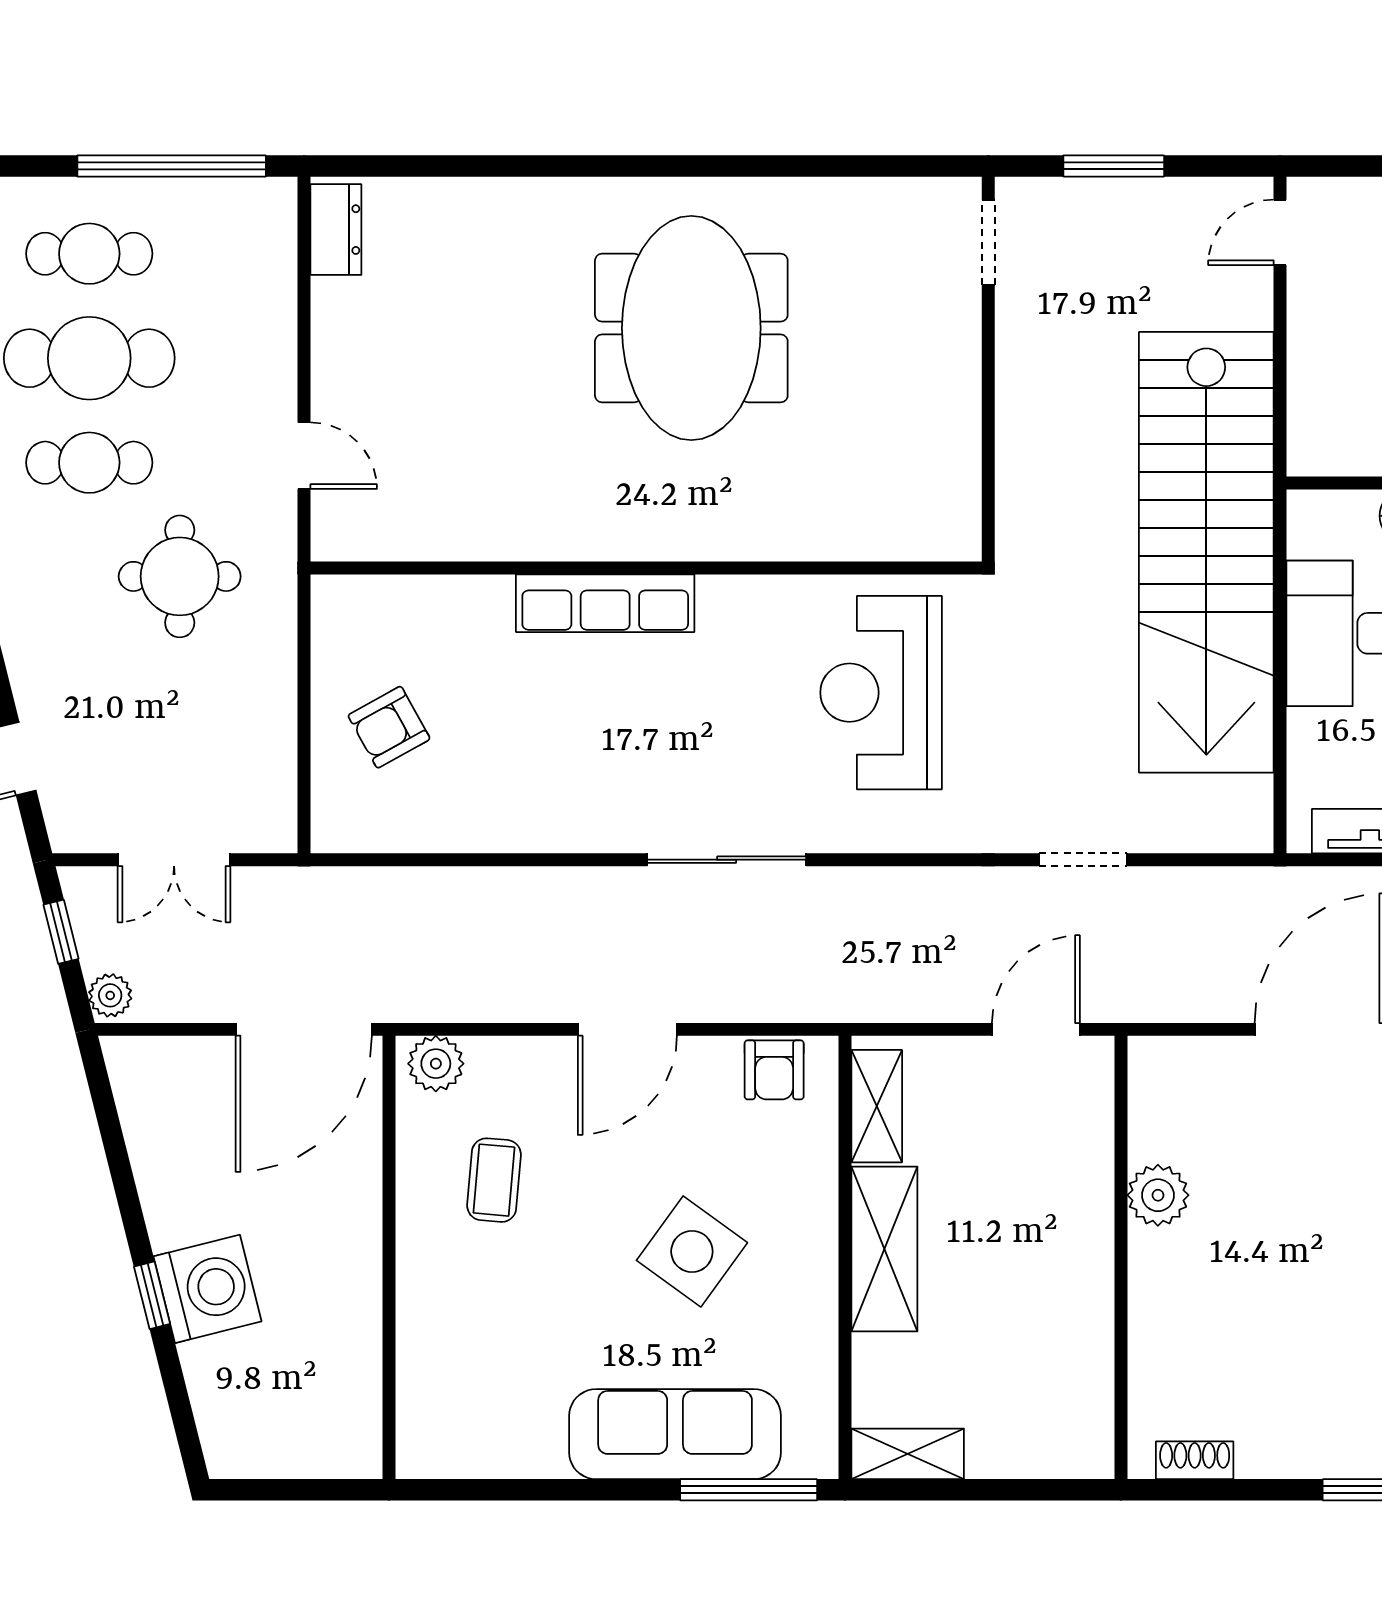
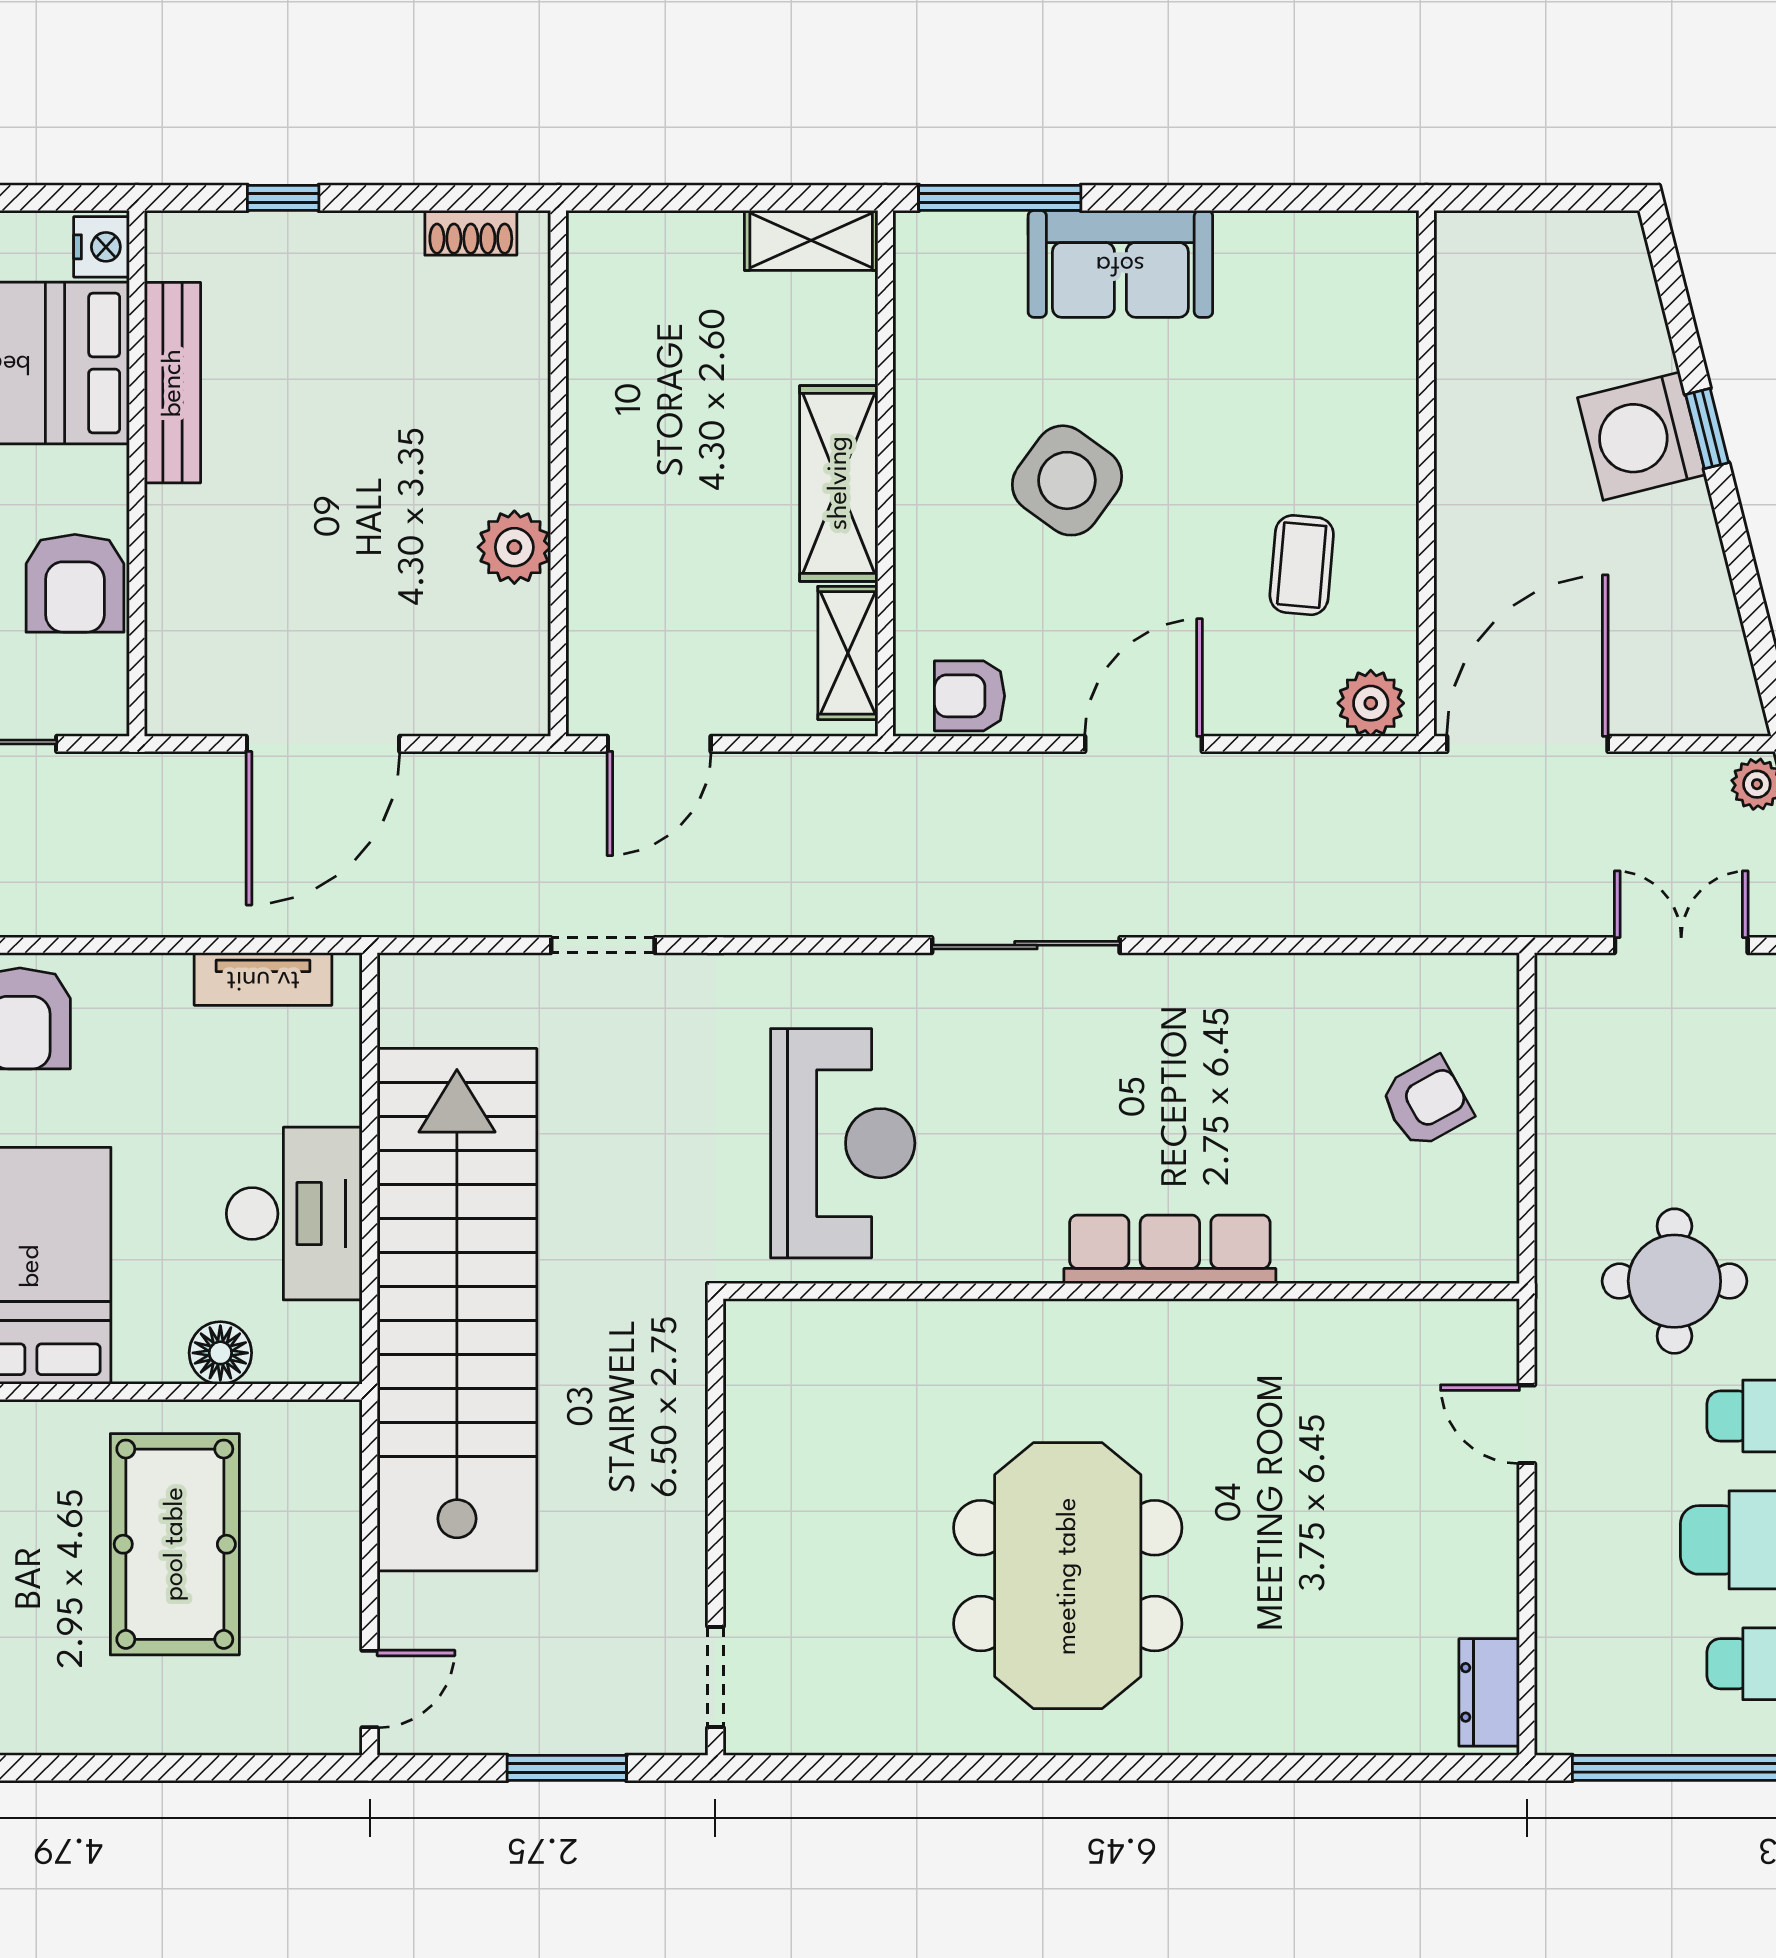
armchair: (774, 1070) -> (970, 696), turned -90
sofa: (675, 1434) -> (1120, 264), width x0.73

